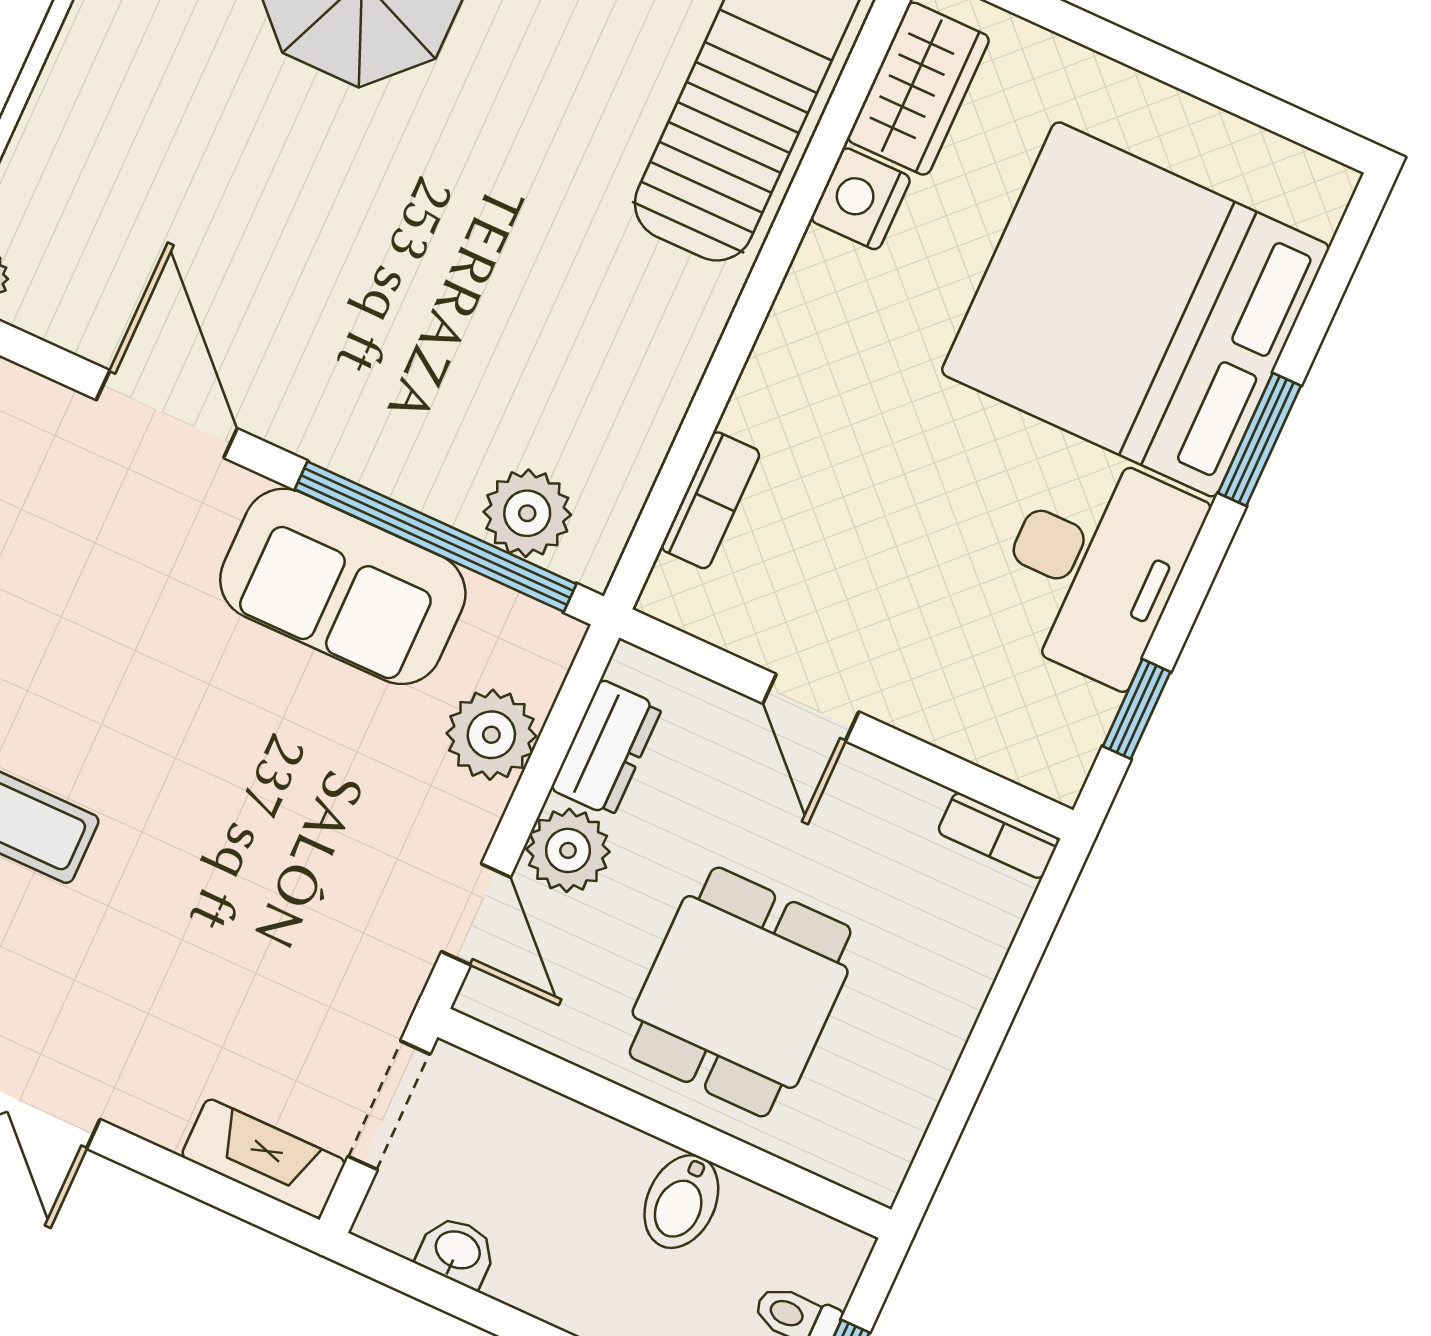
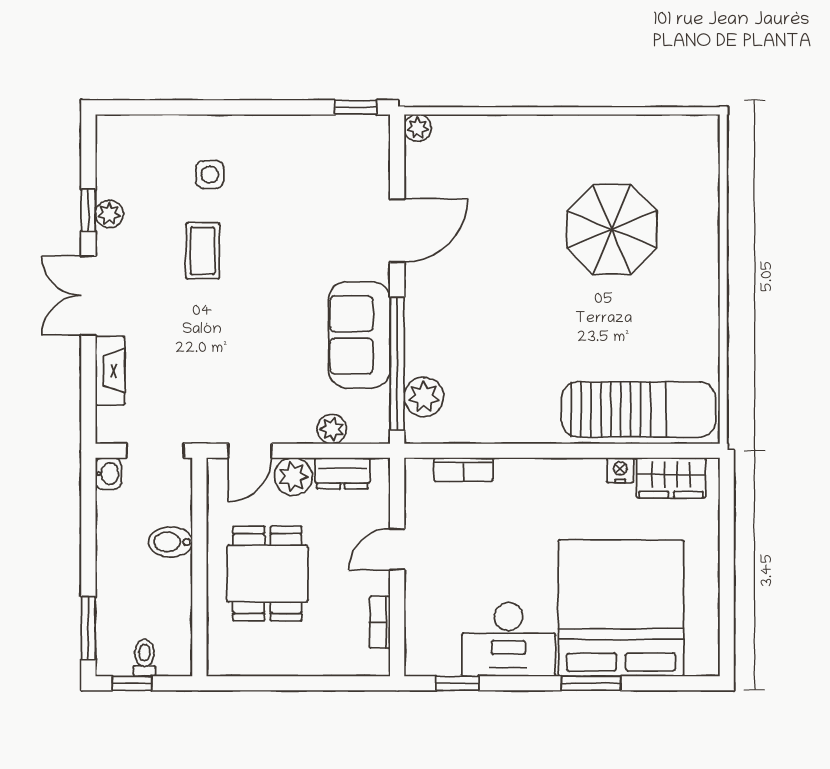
nightstand: (861, 199) -> (620, 470), width x0.72, depth x0.74
plant: (491, 735) -> (332, 429), width x0.73, depth x0.73
bookcase: (999, 836) -> (380, 622), moved
dining table: (740, 992) -> (267, 574), turned 90
fireplace: (264, 1159) -> (110, 371), moved
bidet: (681, 1202) -> (170, 542), moved
washbasin: (457, 1251) -> (108, 474), moved

